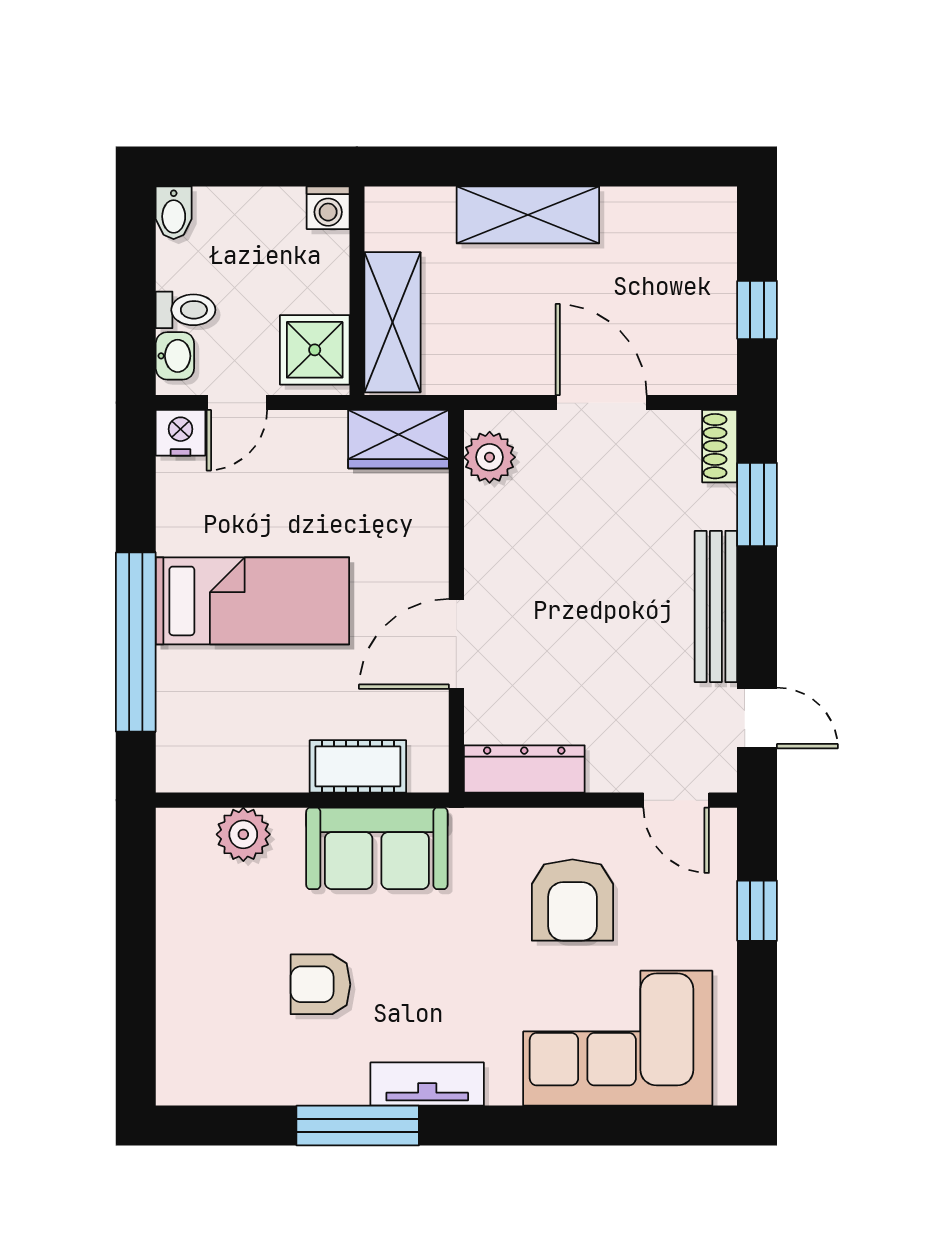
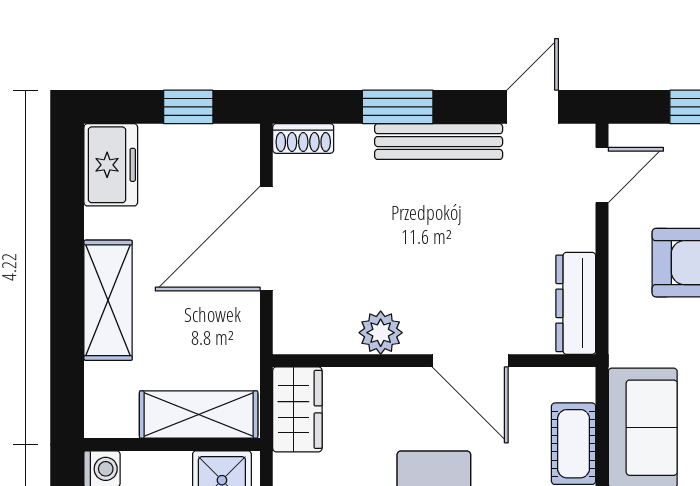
freezer: (688, 218) -> (111, 165), added
door: (601, 403) -> (266, 238), width x1.36
plant: (490, 457) -> (381, 333), moved
window: (757, 505) -> (398, 107), moved

